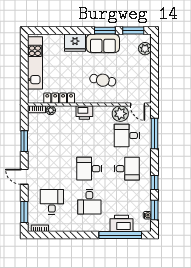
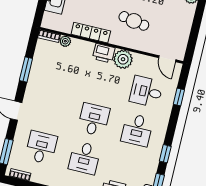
locker: (59, 98) -> (91, 33), moved
plant: (120, 114) -> (123, 59), moved
window: (155, 134) -> (179, 97), width x0.46
desk: (89, 169) -> (94, 120), turned 90
desk: (127, 169) -> (137, 130), turned 90

